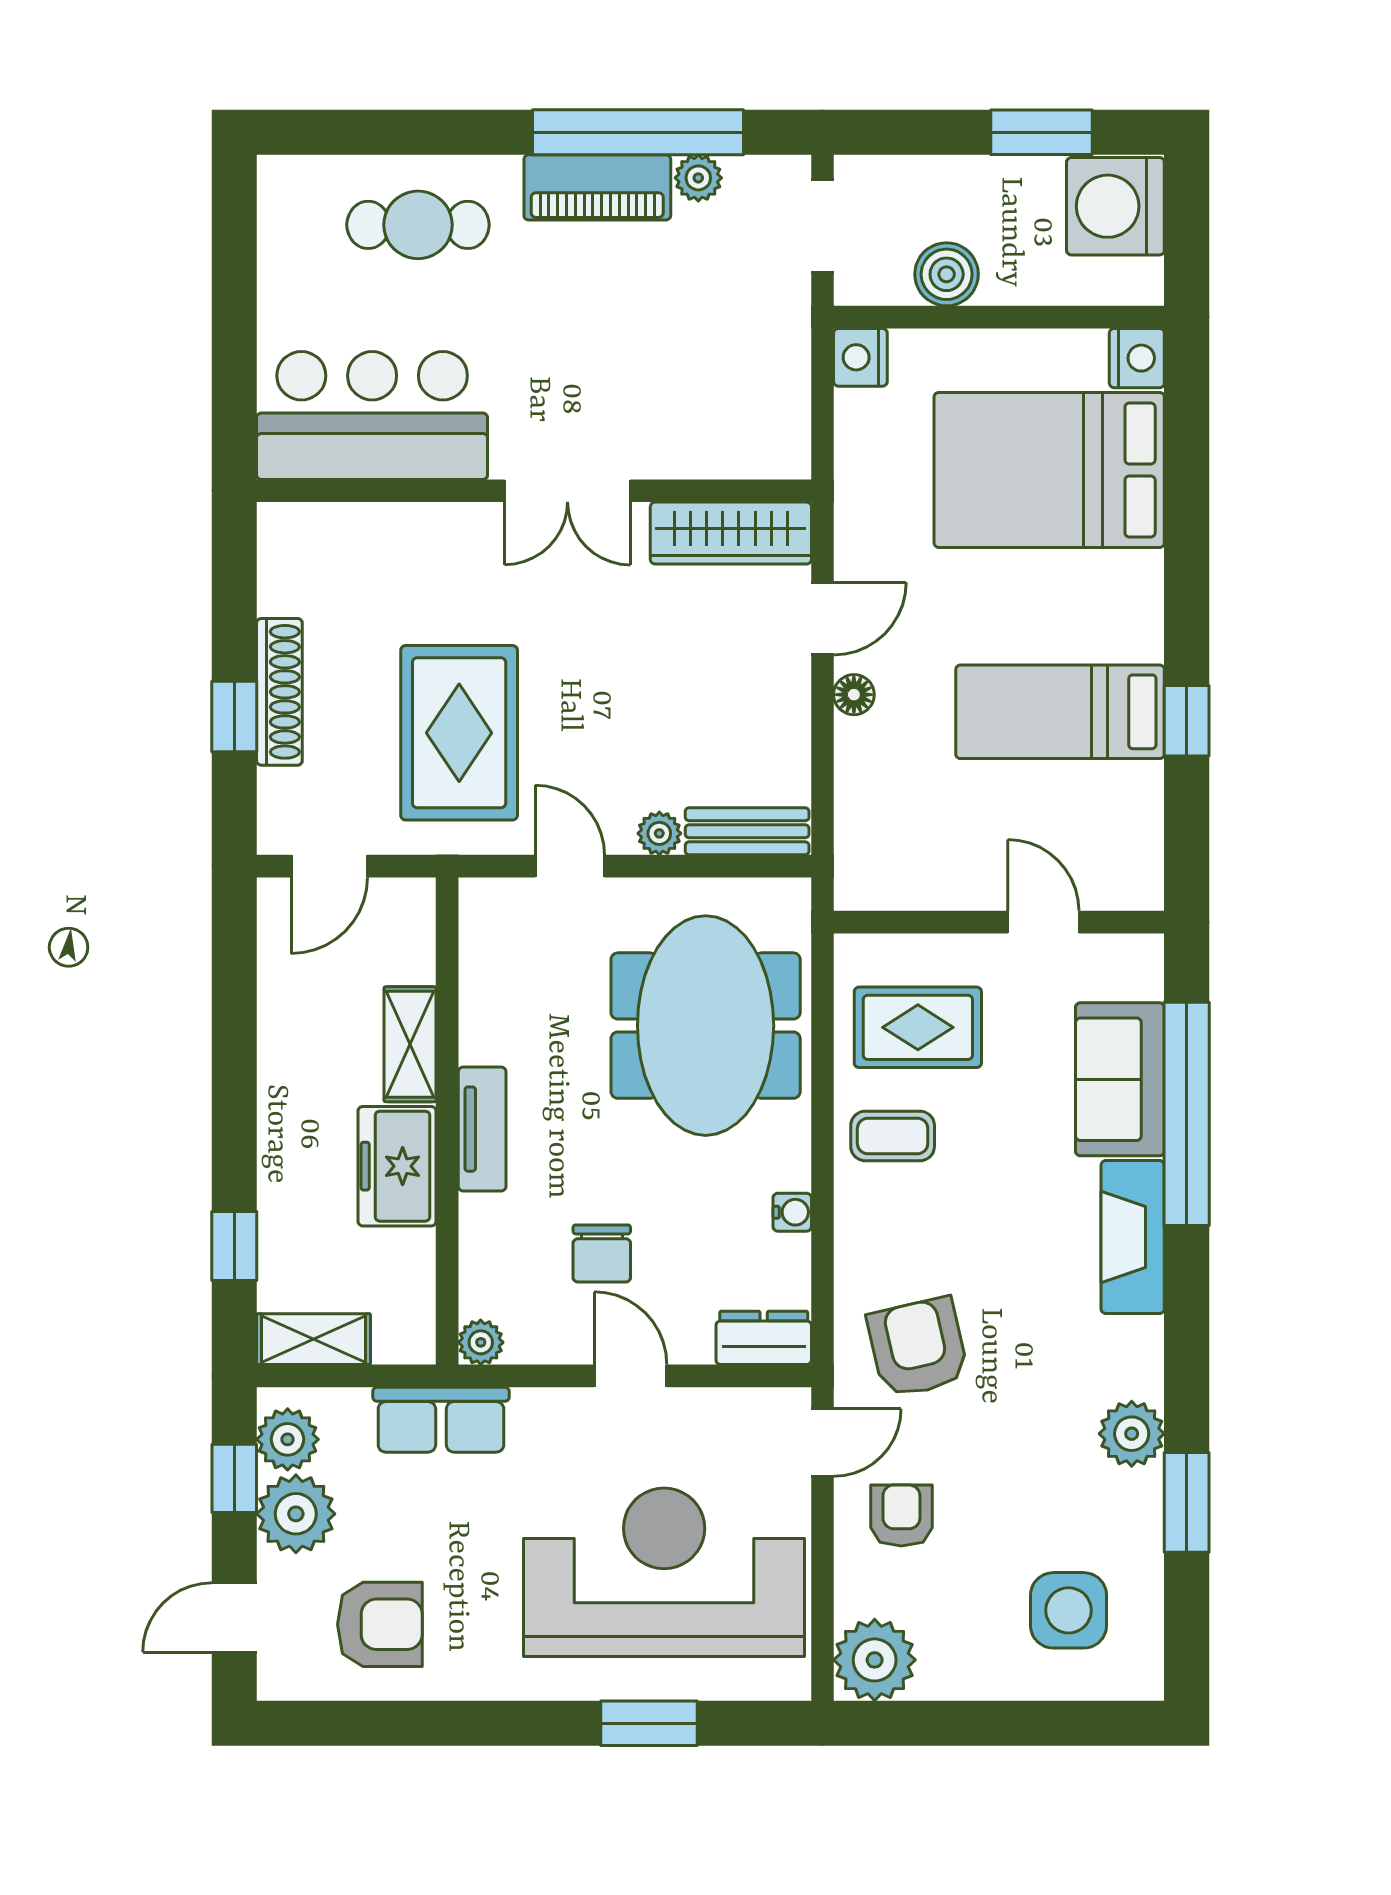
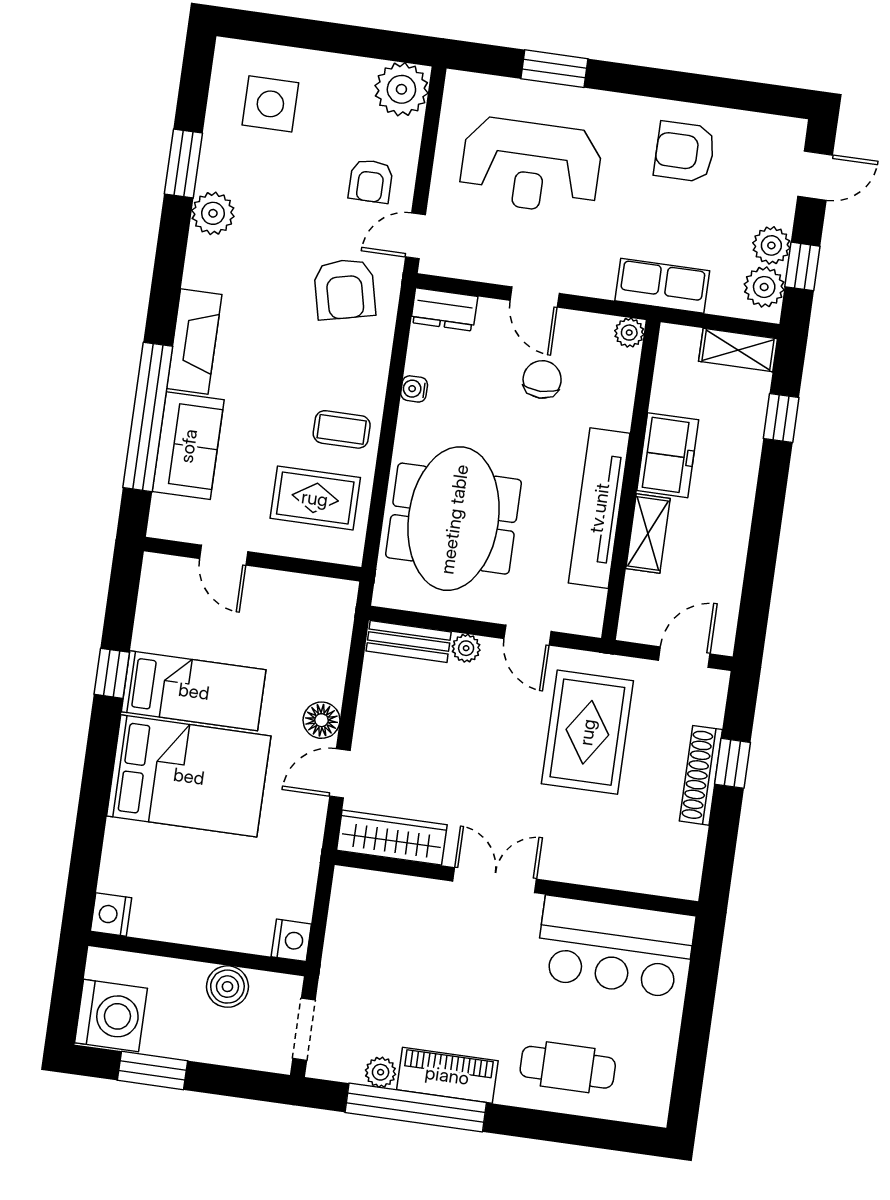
bed: (1049, 470) -> (189, 776), moved
floor lamp: (854, 695) -> (322, 720), width x1.37, depth x1.37
tv unit: (482, 1129) -> (599, 508), width x1.92, depth x1.29
plant: (296, 1514) -> (771, 245), width x0.73, depth x0.73
reception desk: (664, 1572) -> (531, 166), width x0.74, depth x0.77
armchair: (380, 1624) -> (685, 152), moved

